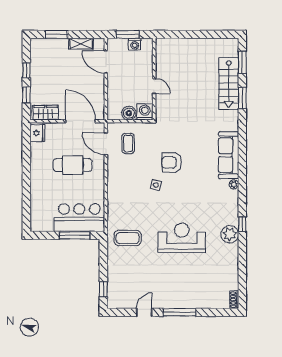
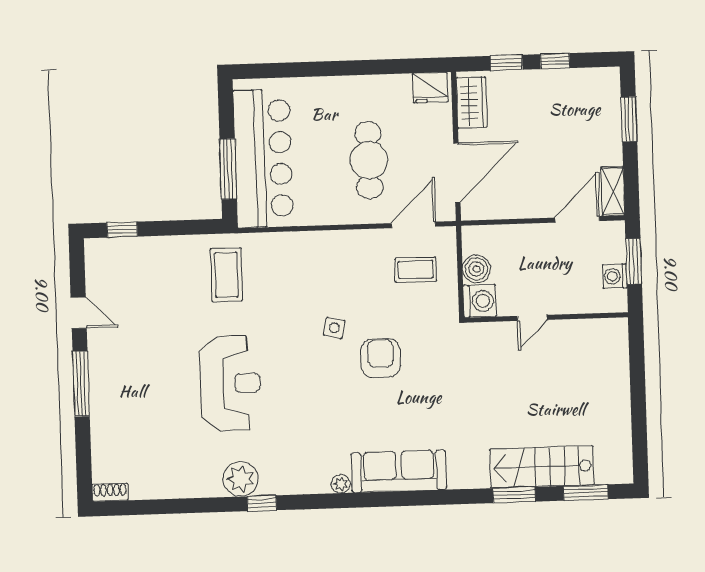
shelving: (81, 44) -> (613, 191), moved
bar counter: (79, 218) -> (263, 159), width x1.36

